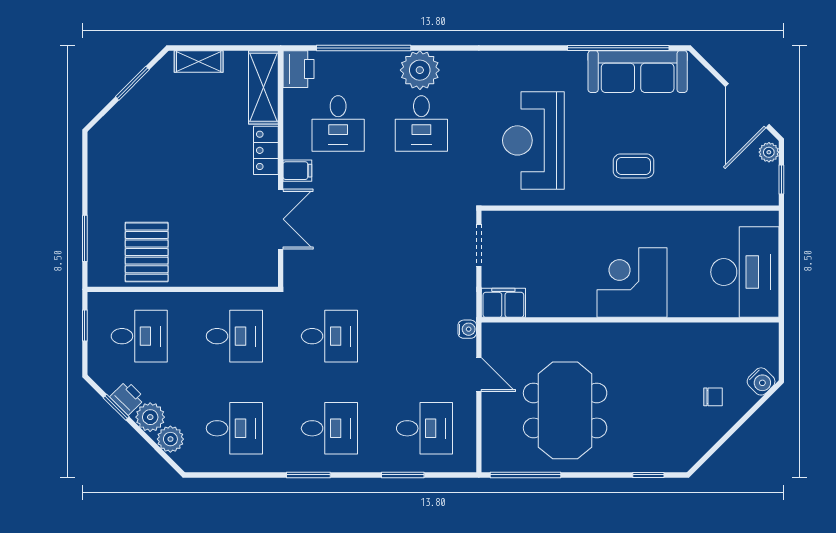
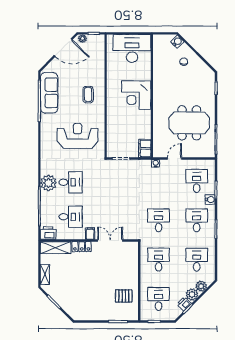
reception desk: (533, 140) -> (78, 136), turned 180
pallet: (147, 252) -> (124, 296), width x0.67, depth x0.71
water cooler: (380, 461) -> (210, 200), added

